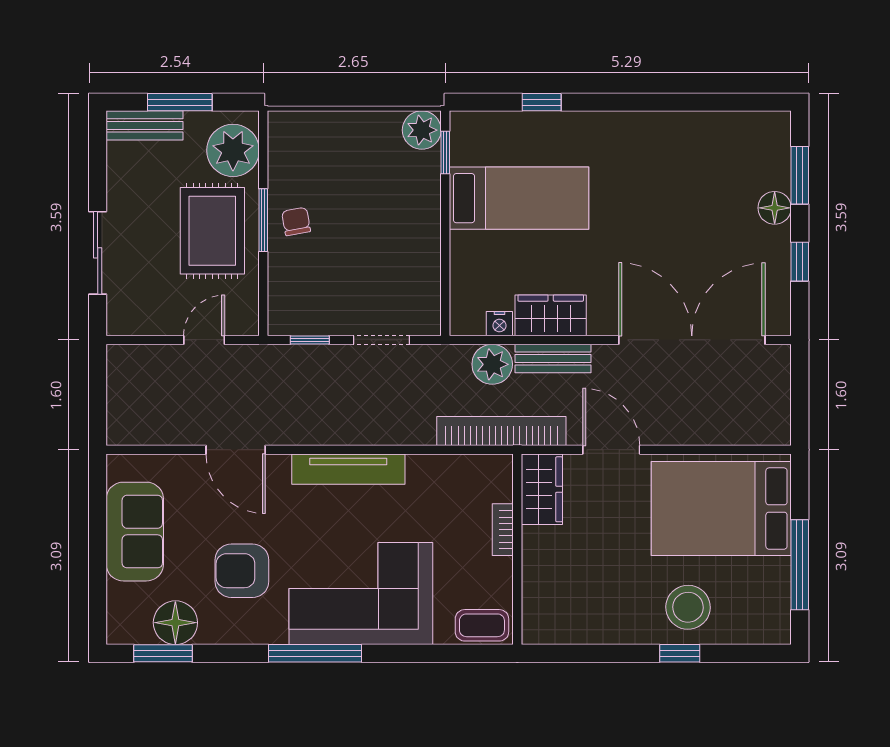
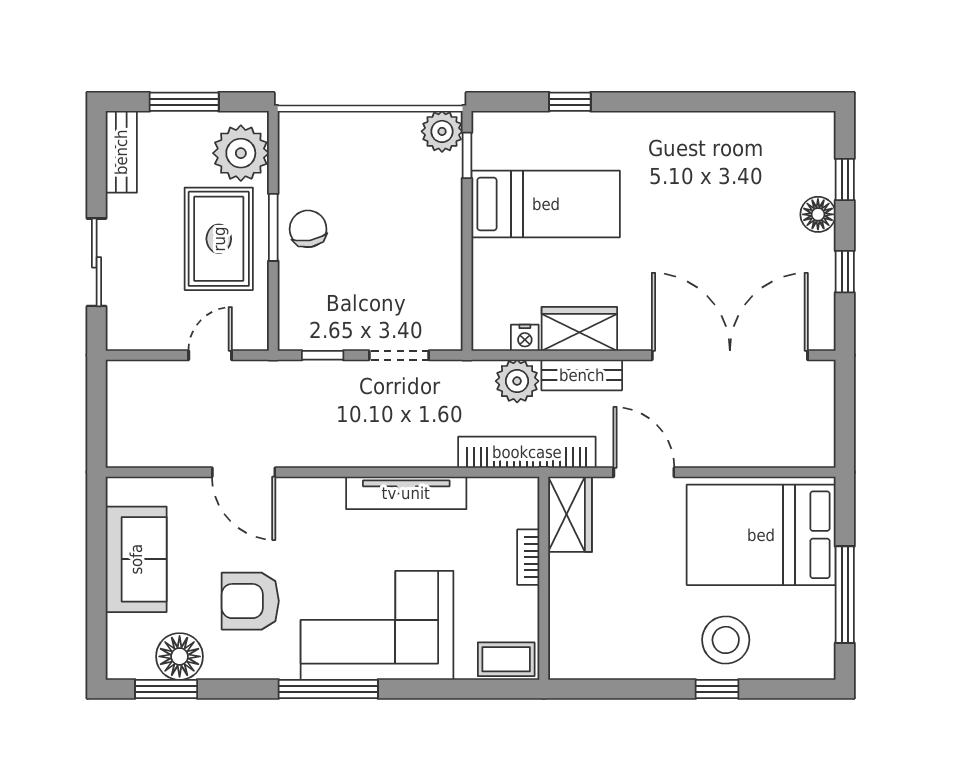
bench: (145, 125) -> (121, 152), moved, turned 90
window: (800, 175) -> (845, 179), width x0.67
chair: (296, 221) -> (308, 229), width x1.37, depth x1.37
tv unit: (348, 469) -> (406, 493), moved

